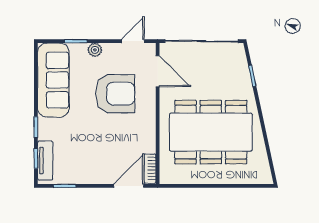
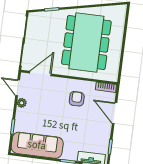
plant: (95, 50) -> (22, 103), moved
armchair: (115, 94) -> (77, 99), moved, width x0.53, depth x0.53
door: (129, 186) -> (115, 113), moved

